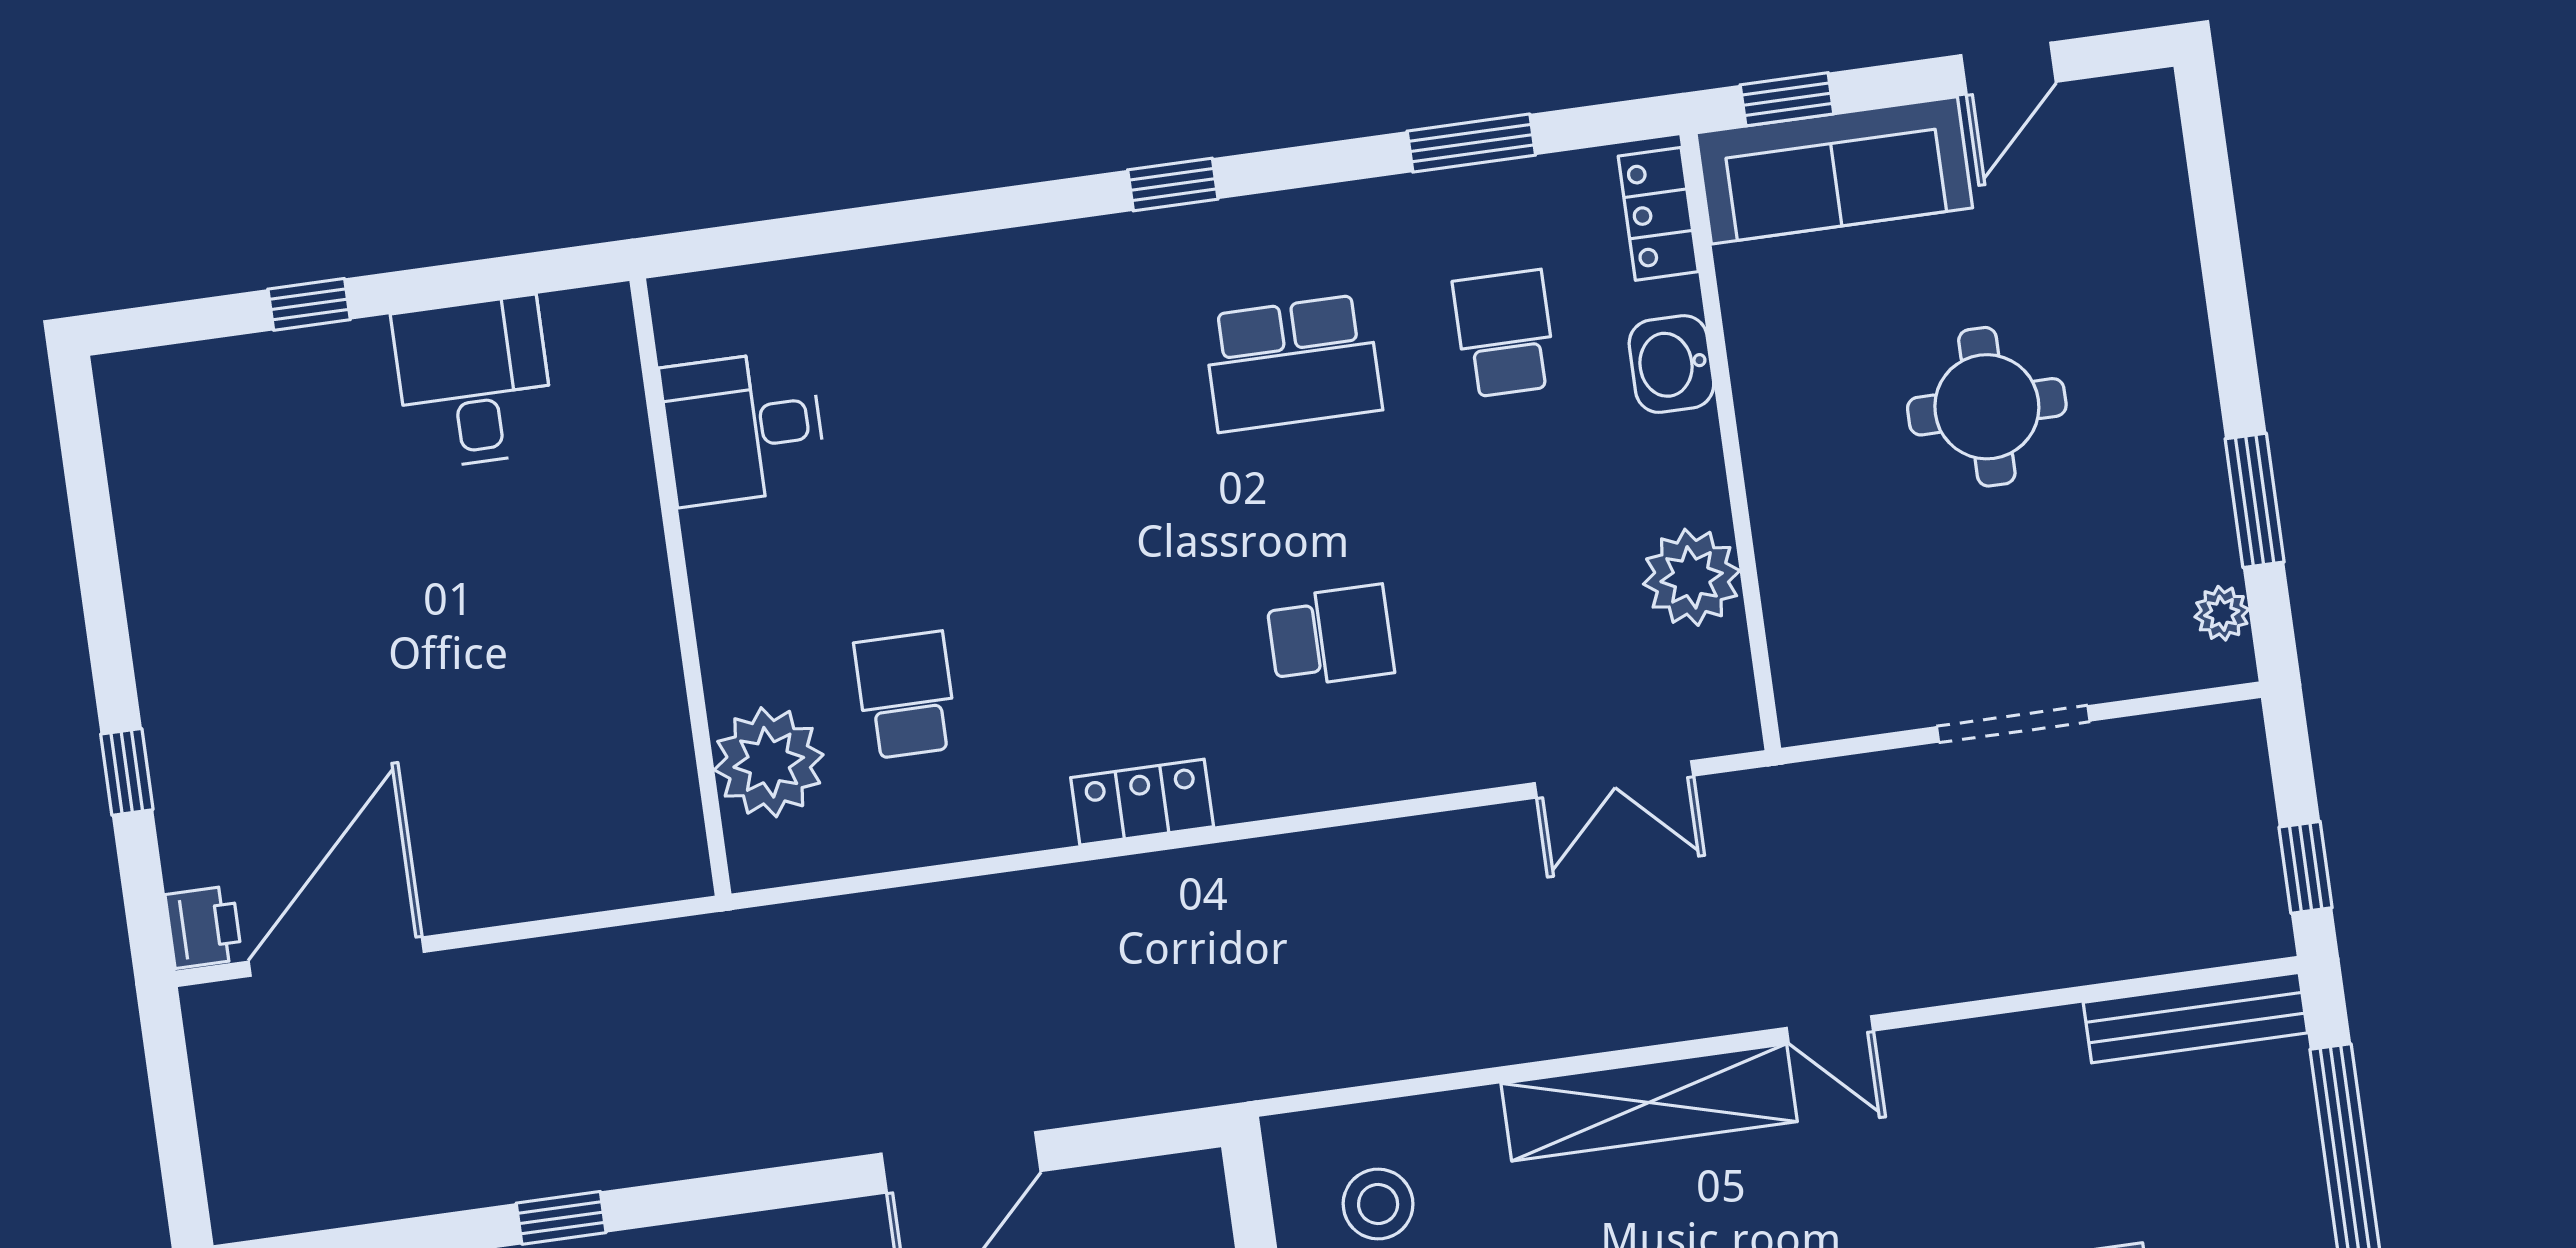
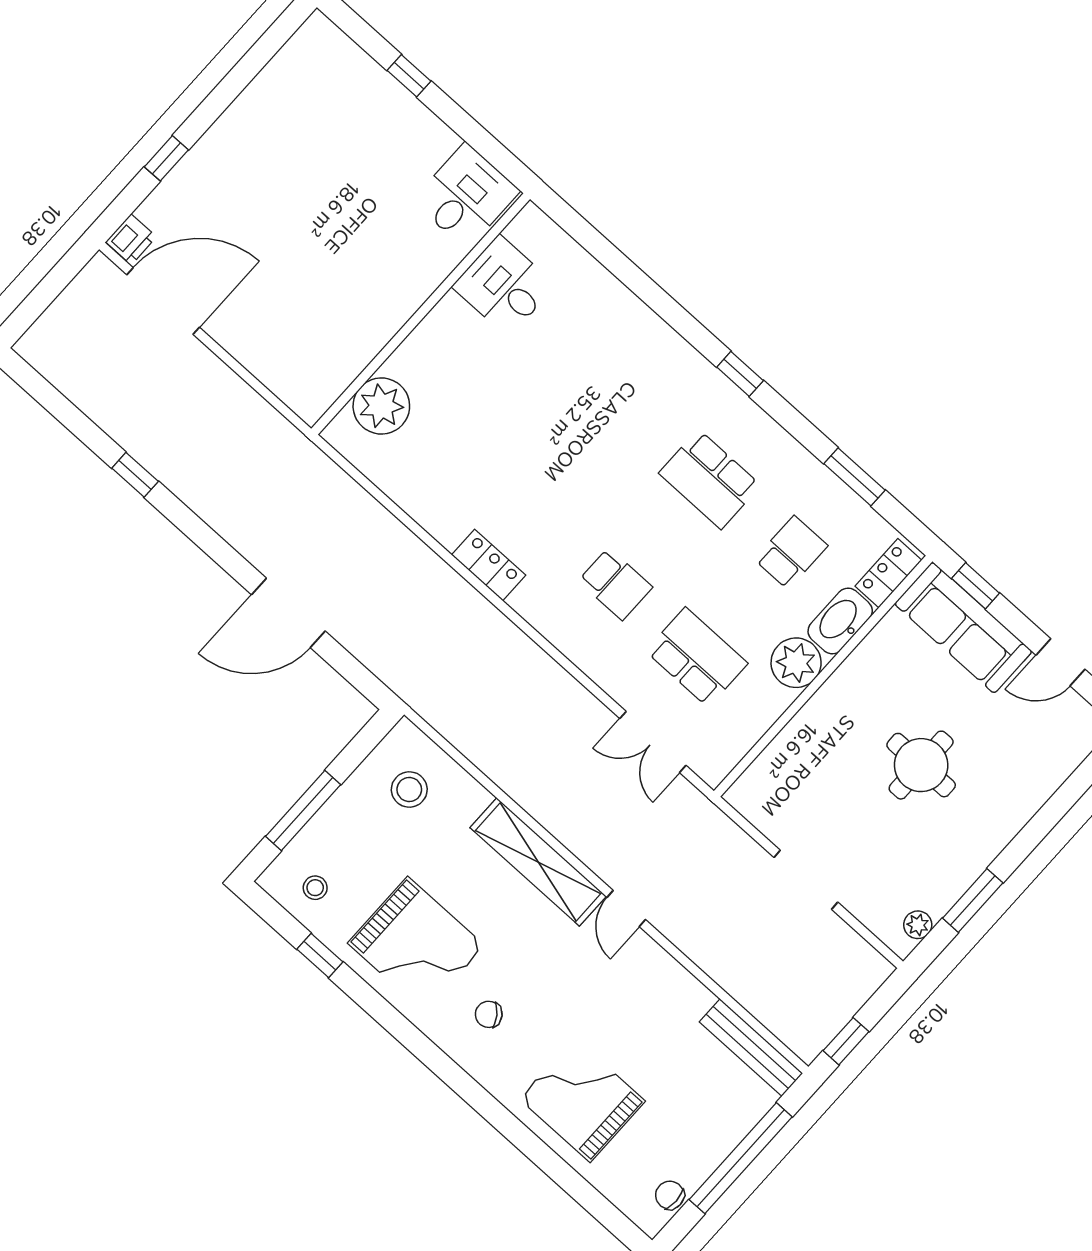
washbasin: (1671, 364) -> (840, 621), width x1.38
desk: (474, 383) -> (466, 196), moved
plant: (1692, 577) -> (796, 663), moved
school desk: (906, 695) -> (697, 657), moved, width x1.85

